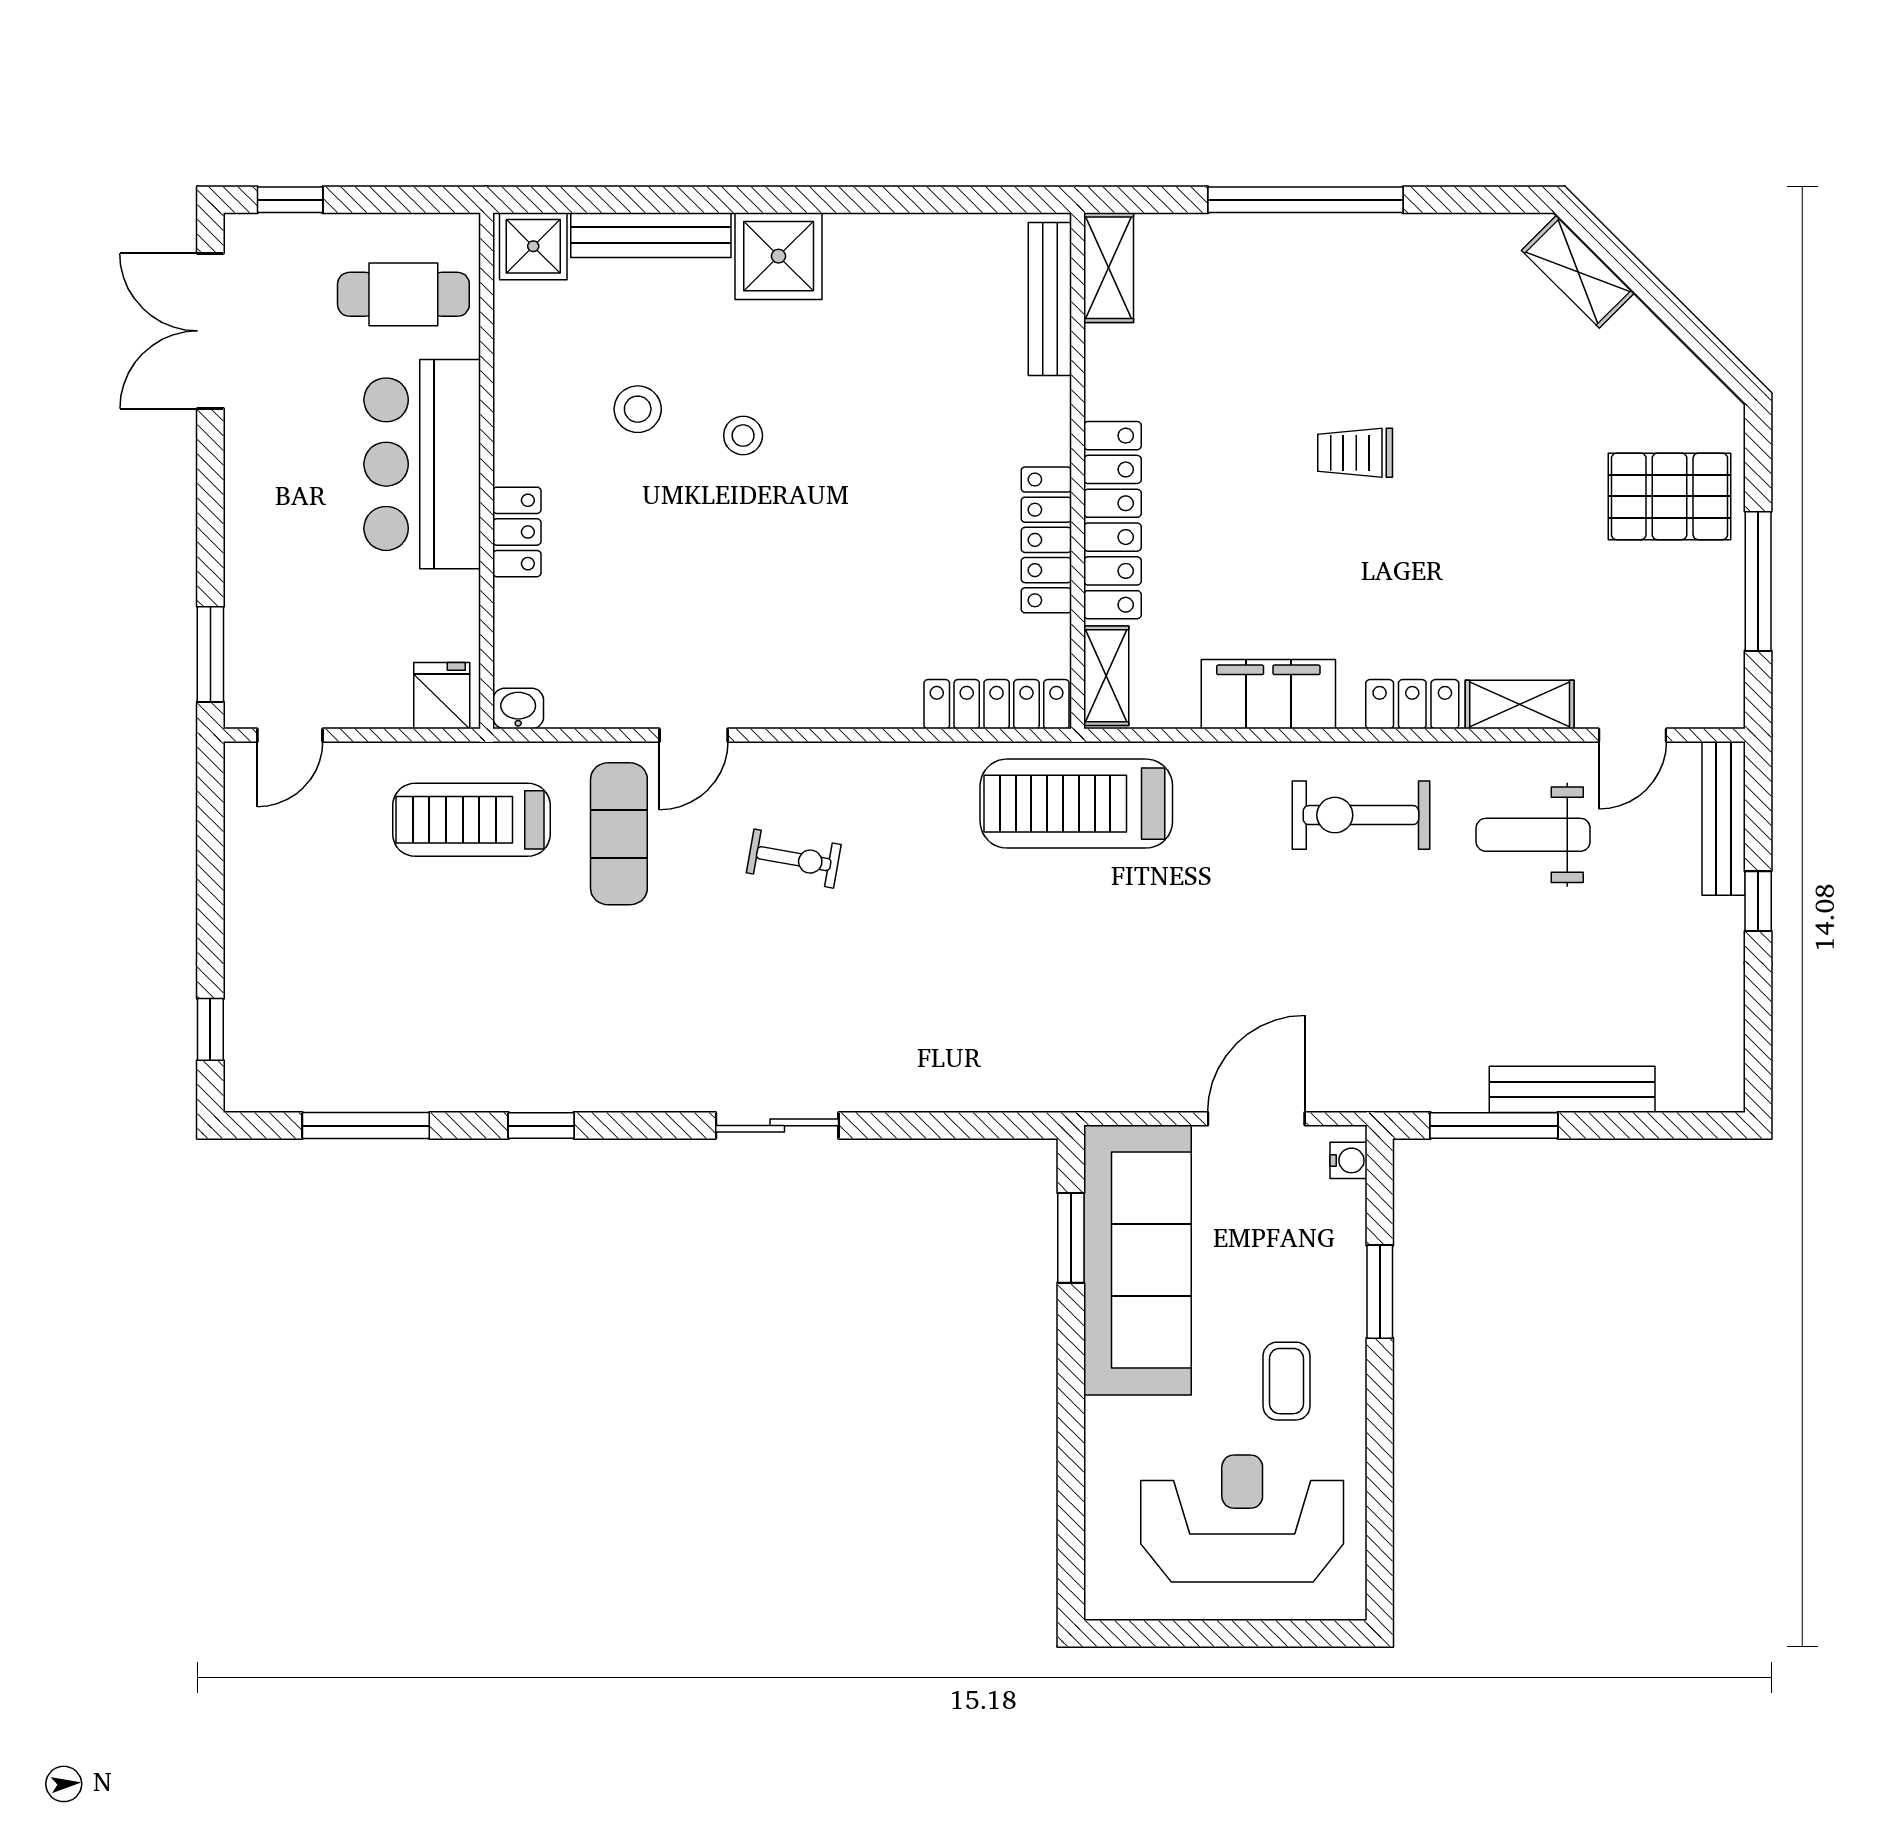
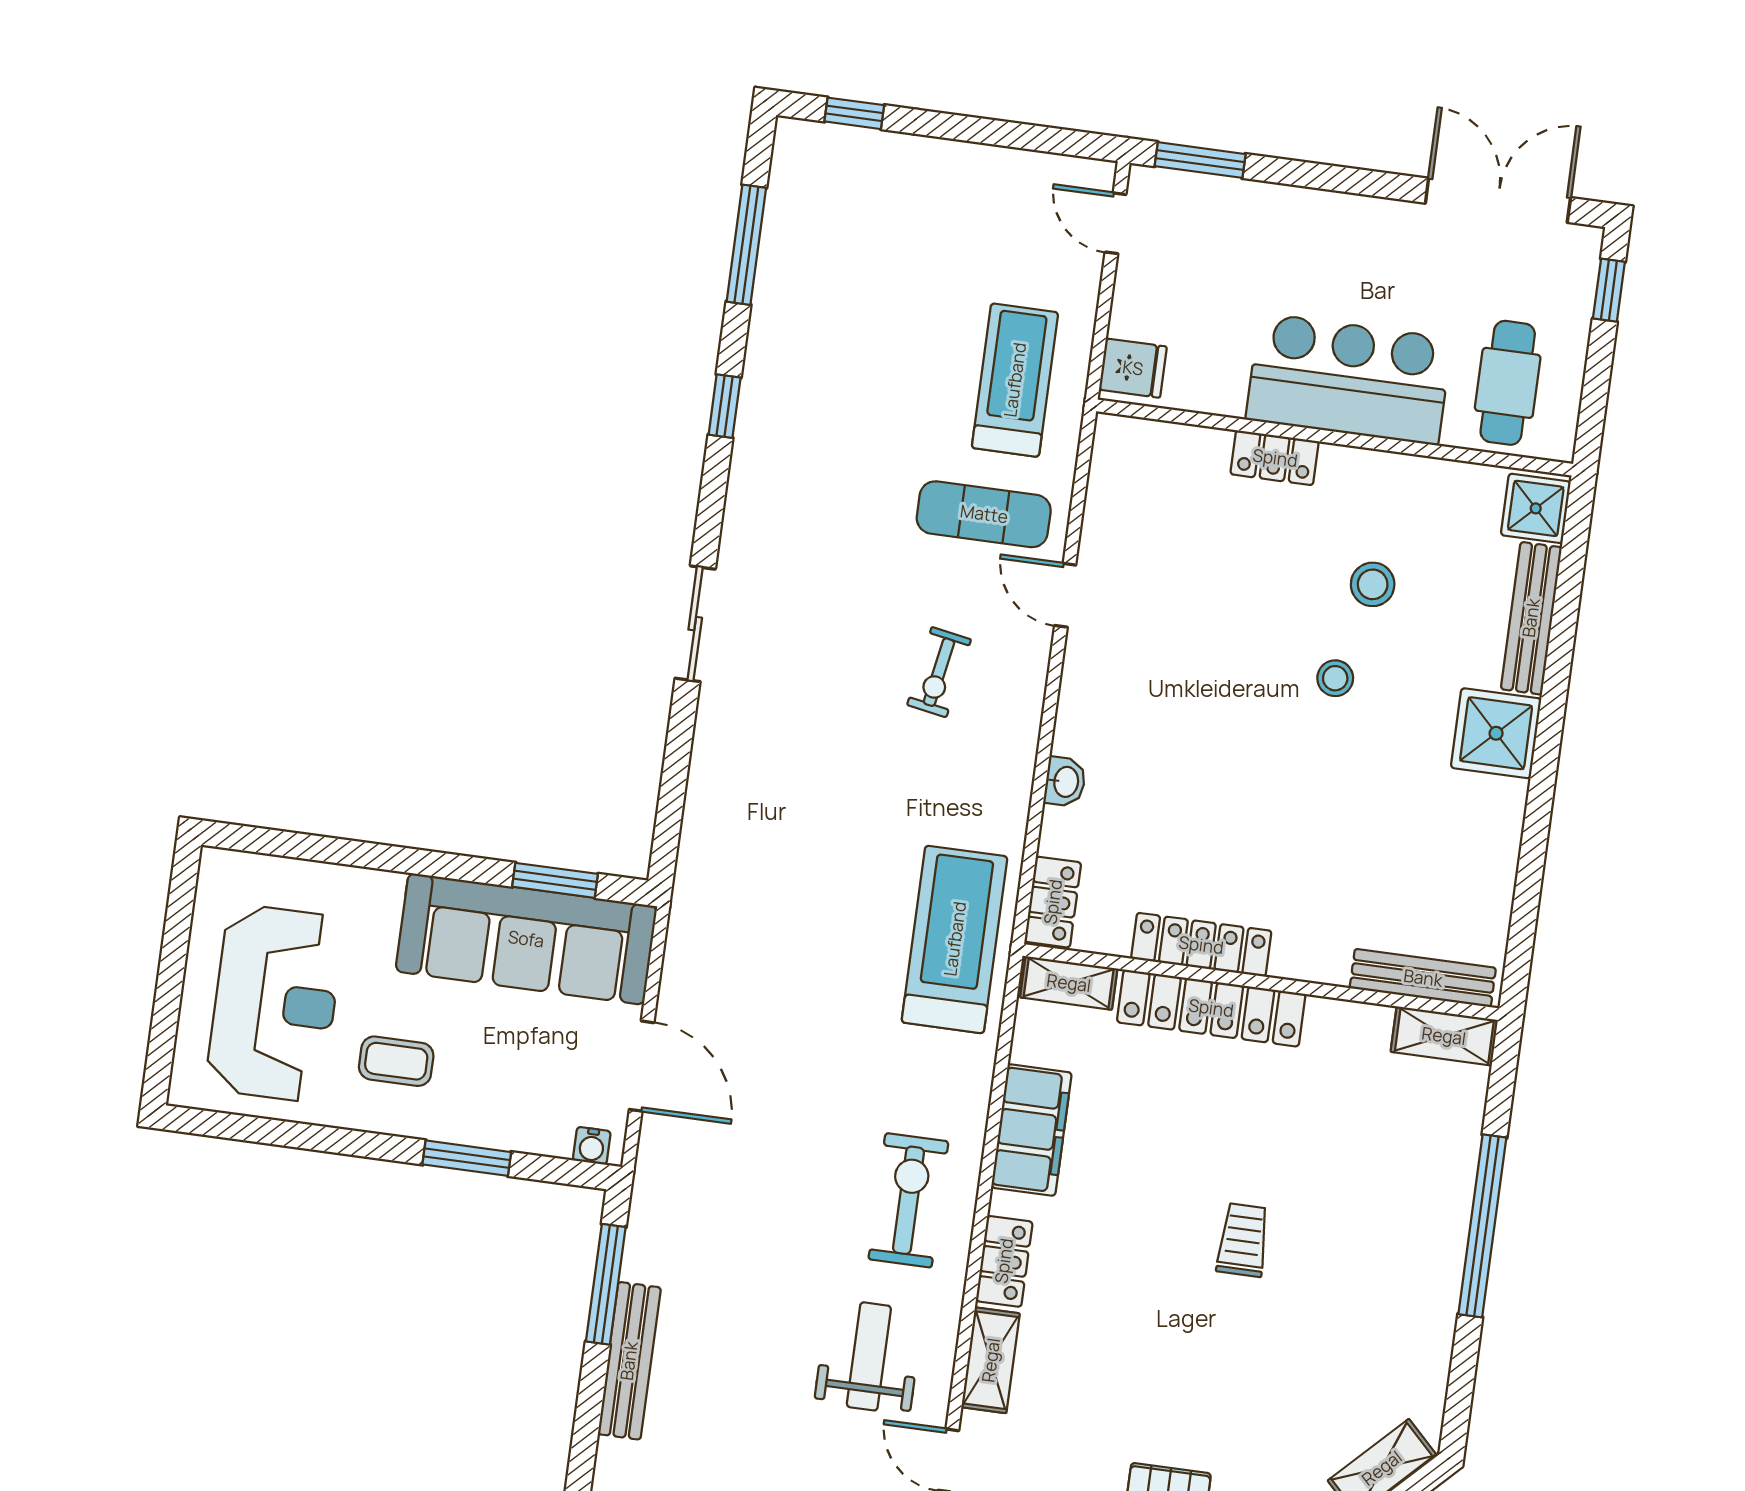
locker: (997, 704) -> (1053, 902), width x0.66
washbasin: (518, 709) -> (1065, 782), moved

